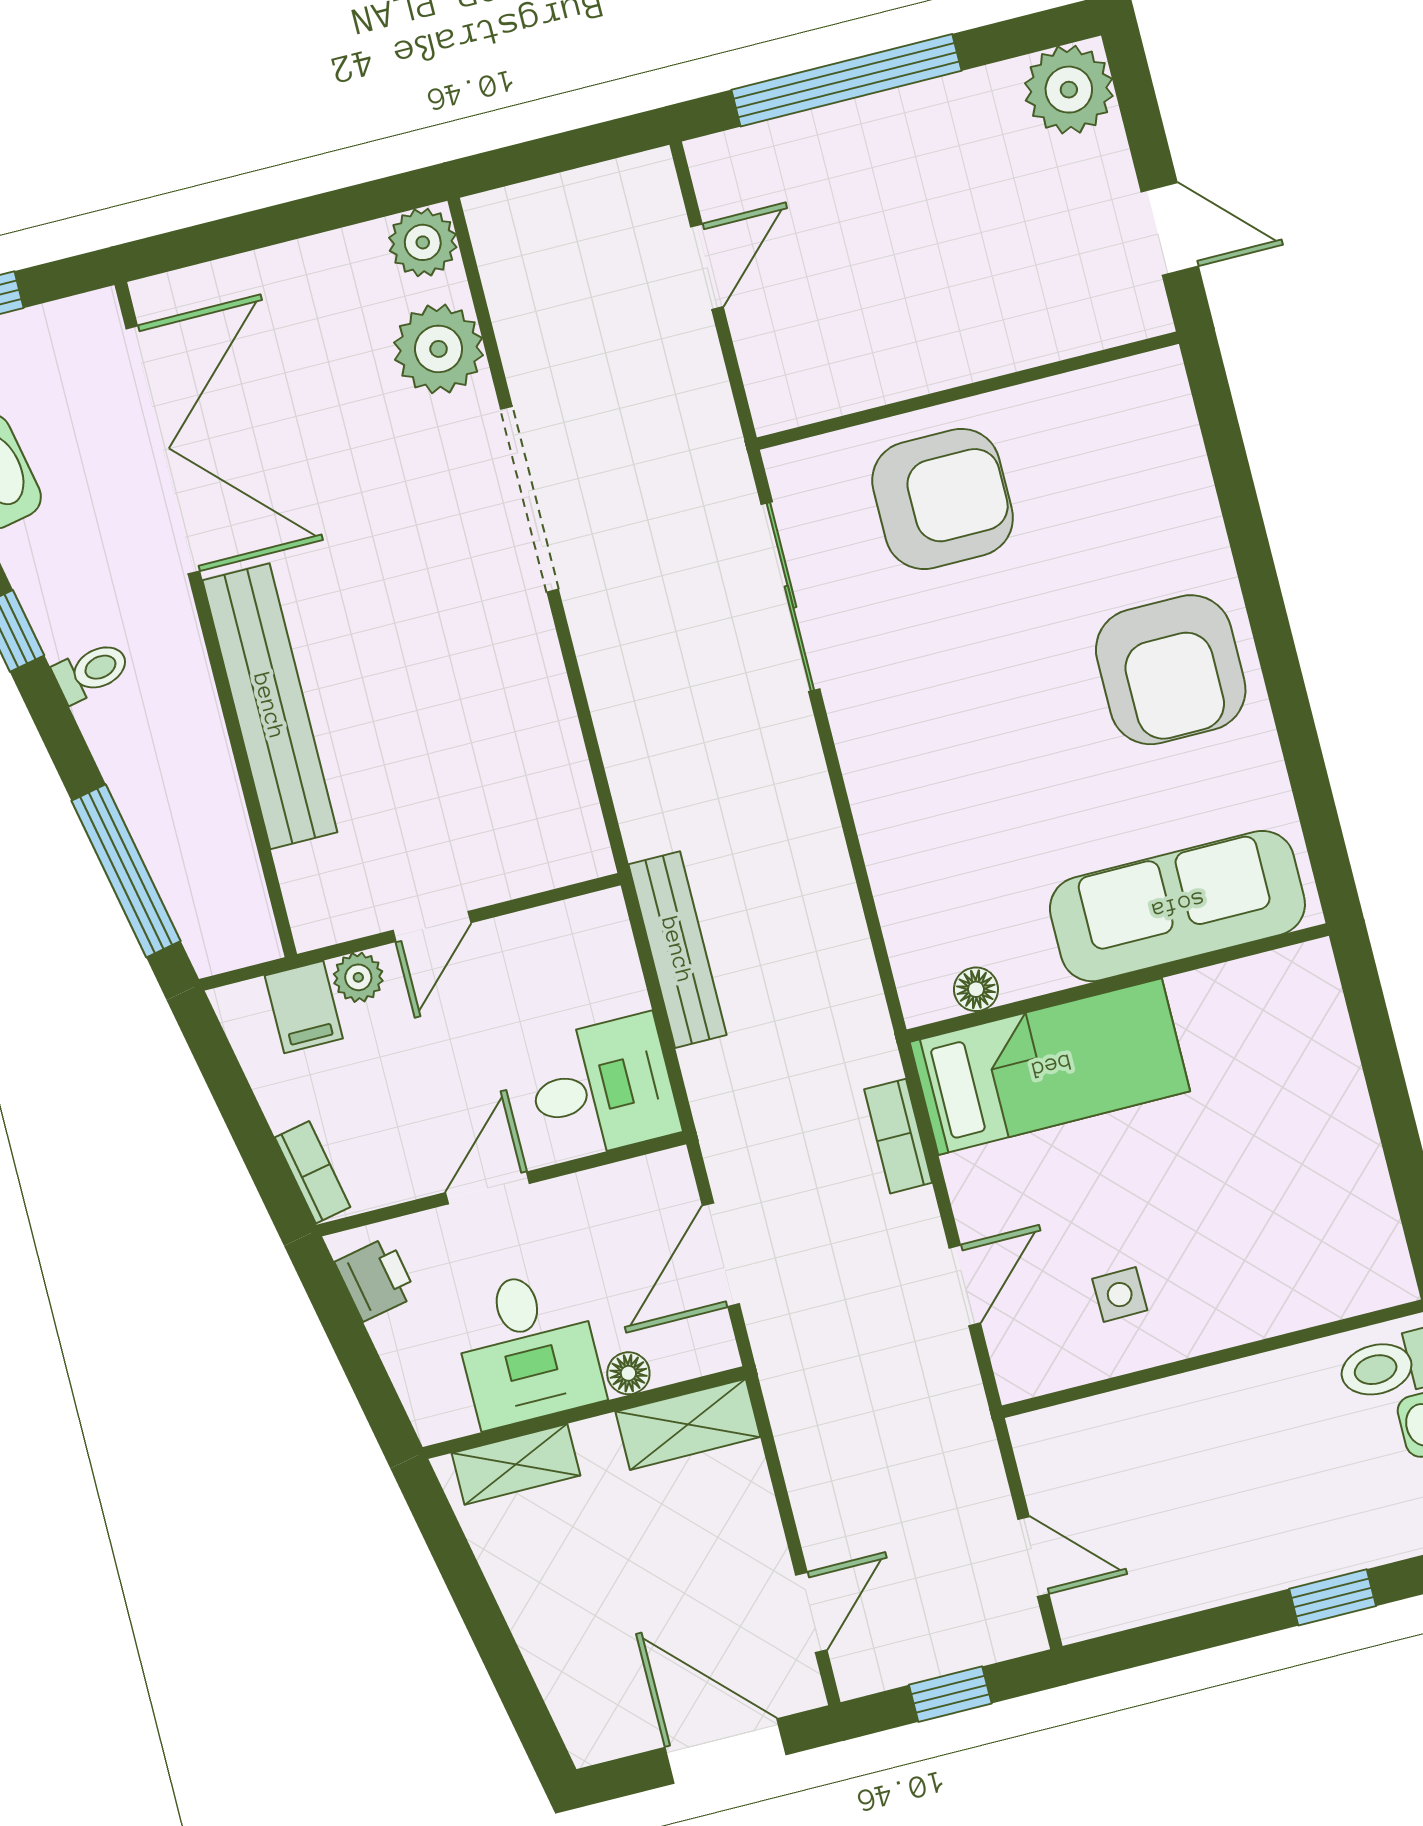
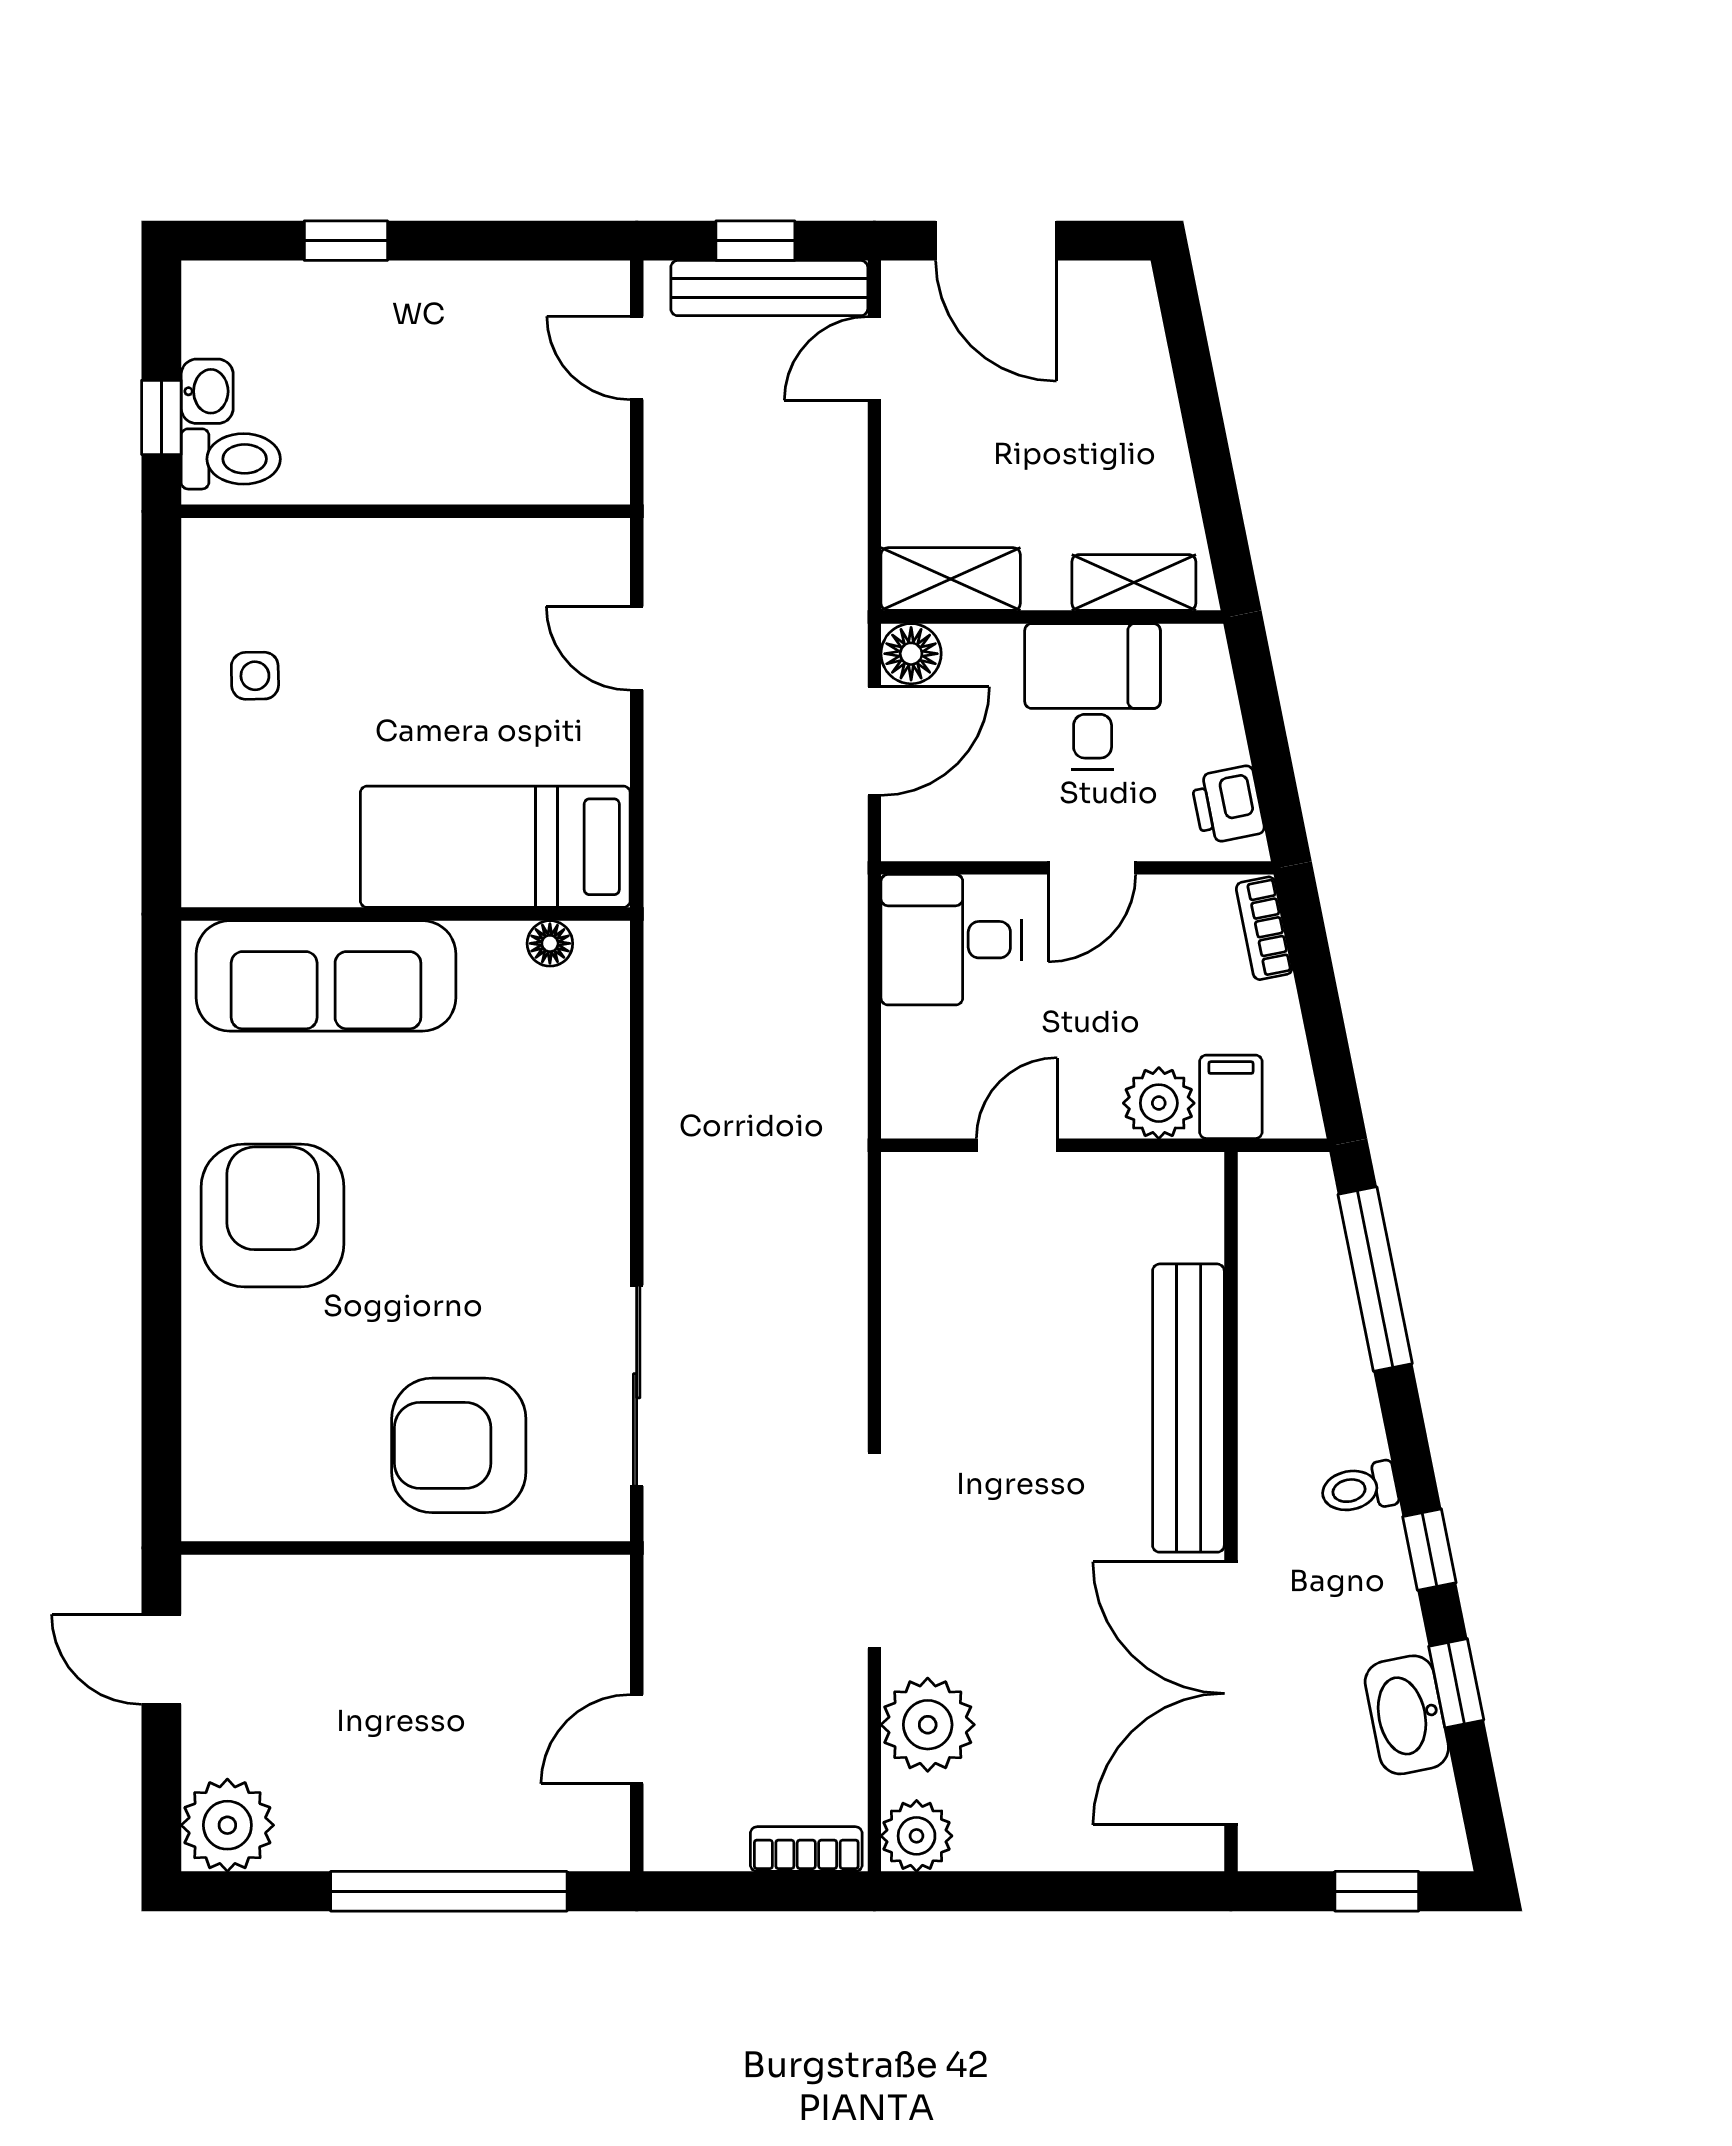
door: (432, 926) -> (1017, 1145), moved
bench: (678, 950) -> (769, 288), moved, turned 90
plant: (358, 977) -> (1159, 1103), width x1.38, depth x1.38
bookcase: (898, 1136) -> (806, 1849), moved, turned -90
door: (965, 1285) -> (637, 648), hinge flipped
side table: (1120, 1295) -> (255, 676), moved
floor lamp: (628, 1373) -> (911, 654), moved, width x1.37, depth x1.37

